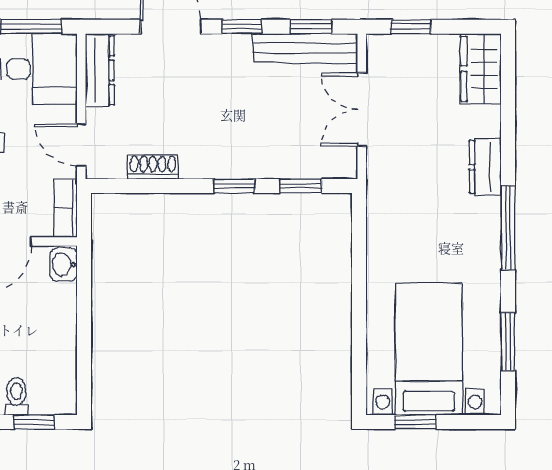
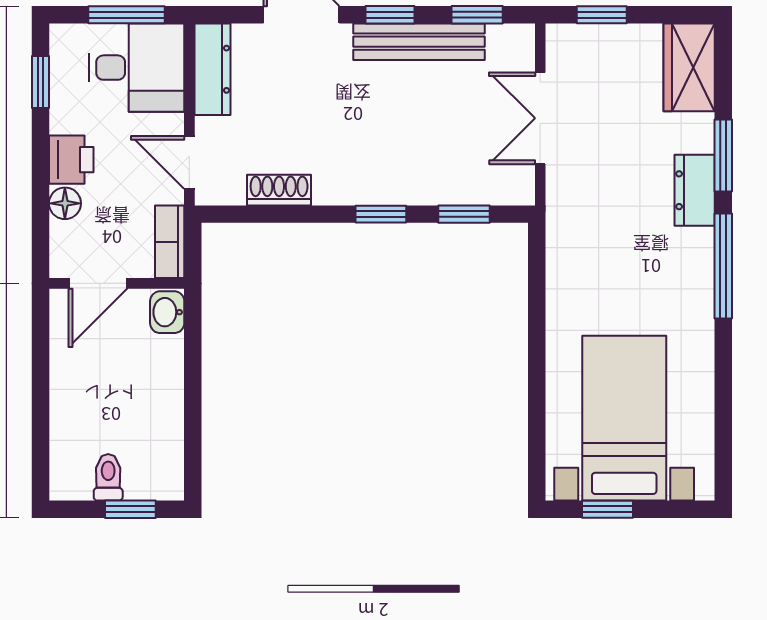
bench: (305, 48) -> (419, 42), moved
window: (508, 342) -> (723, 156), moved

